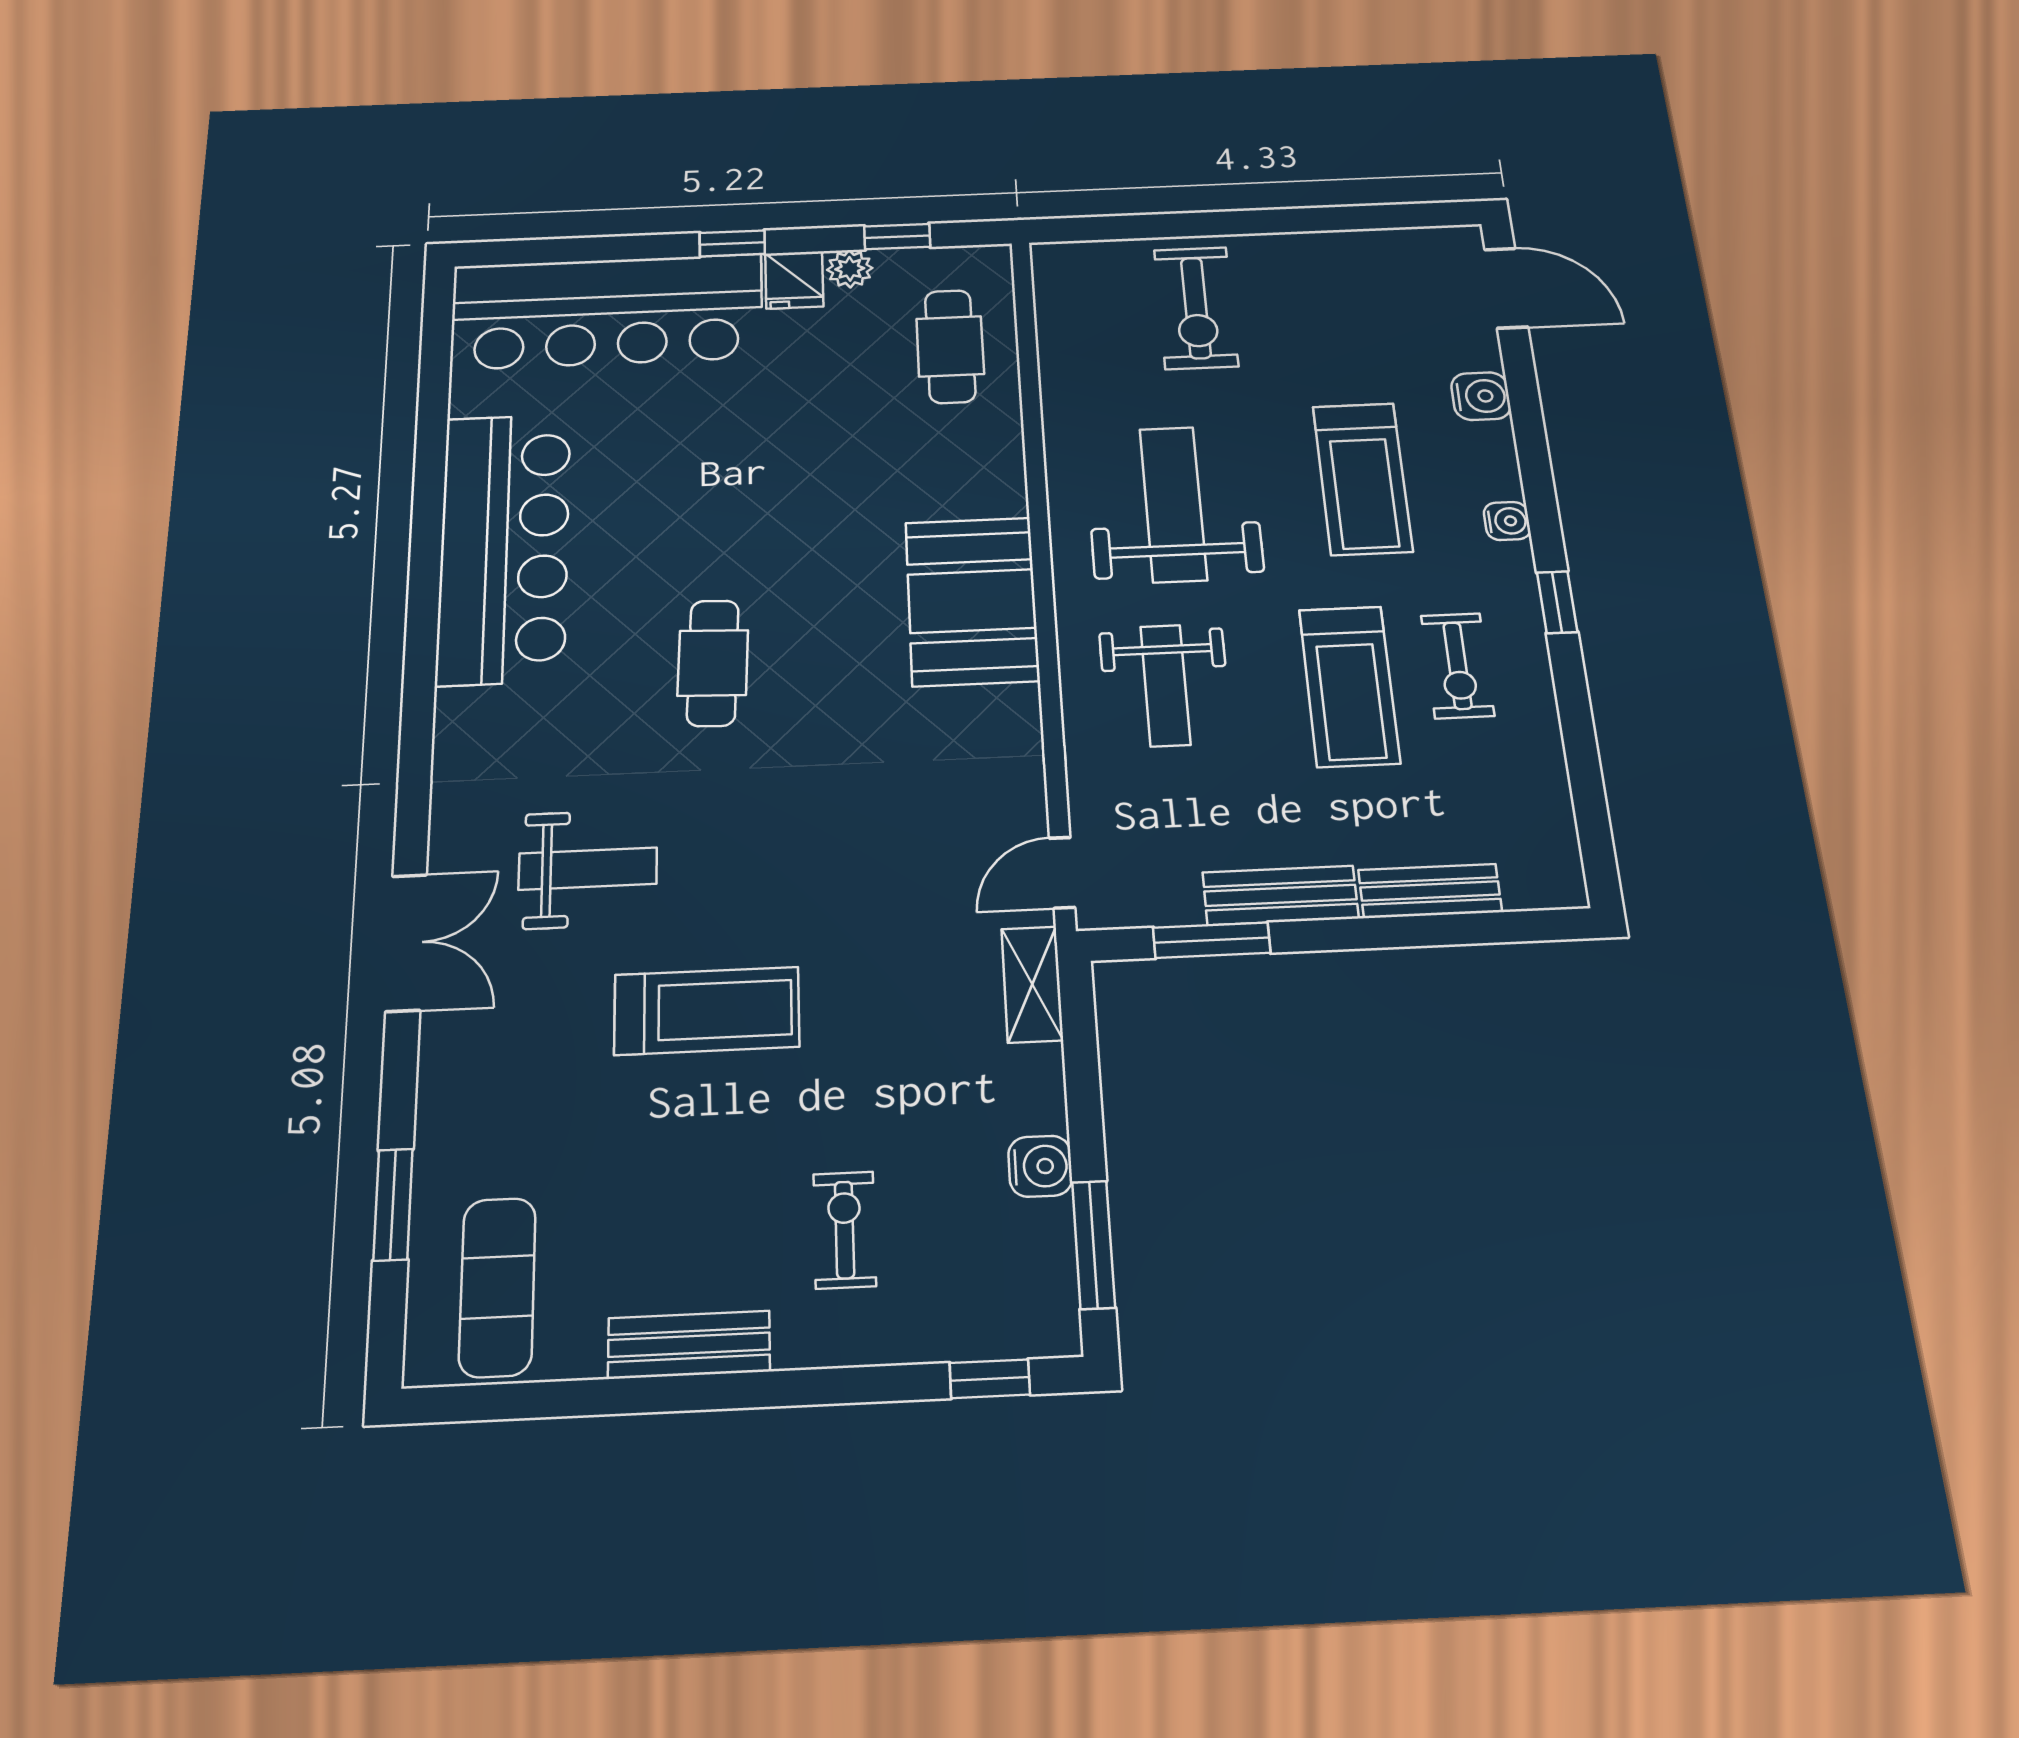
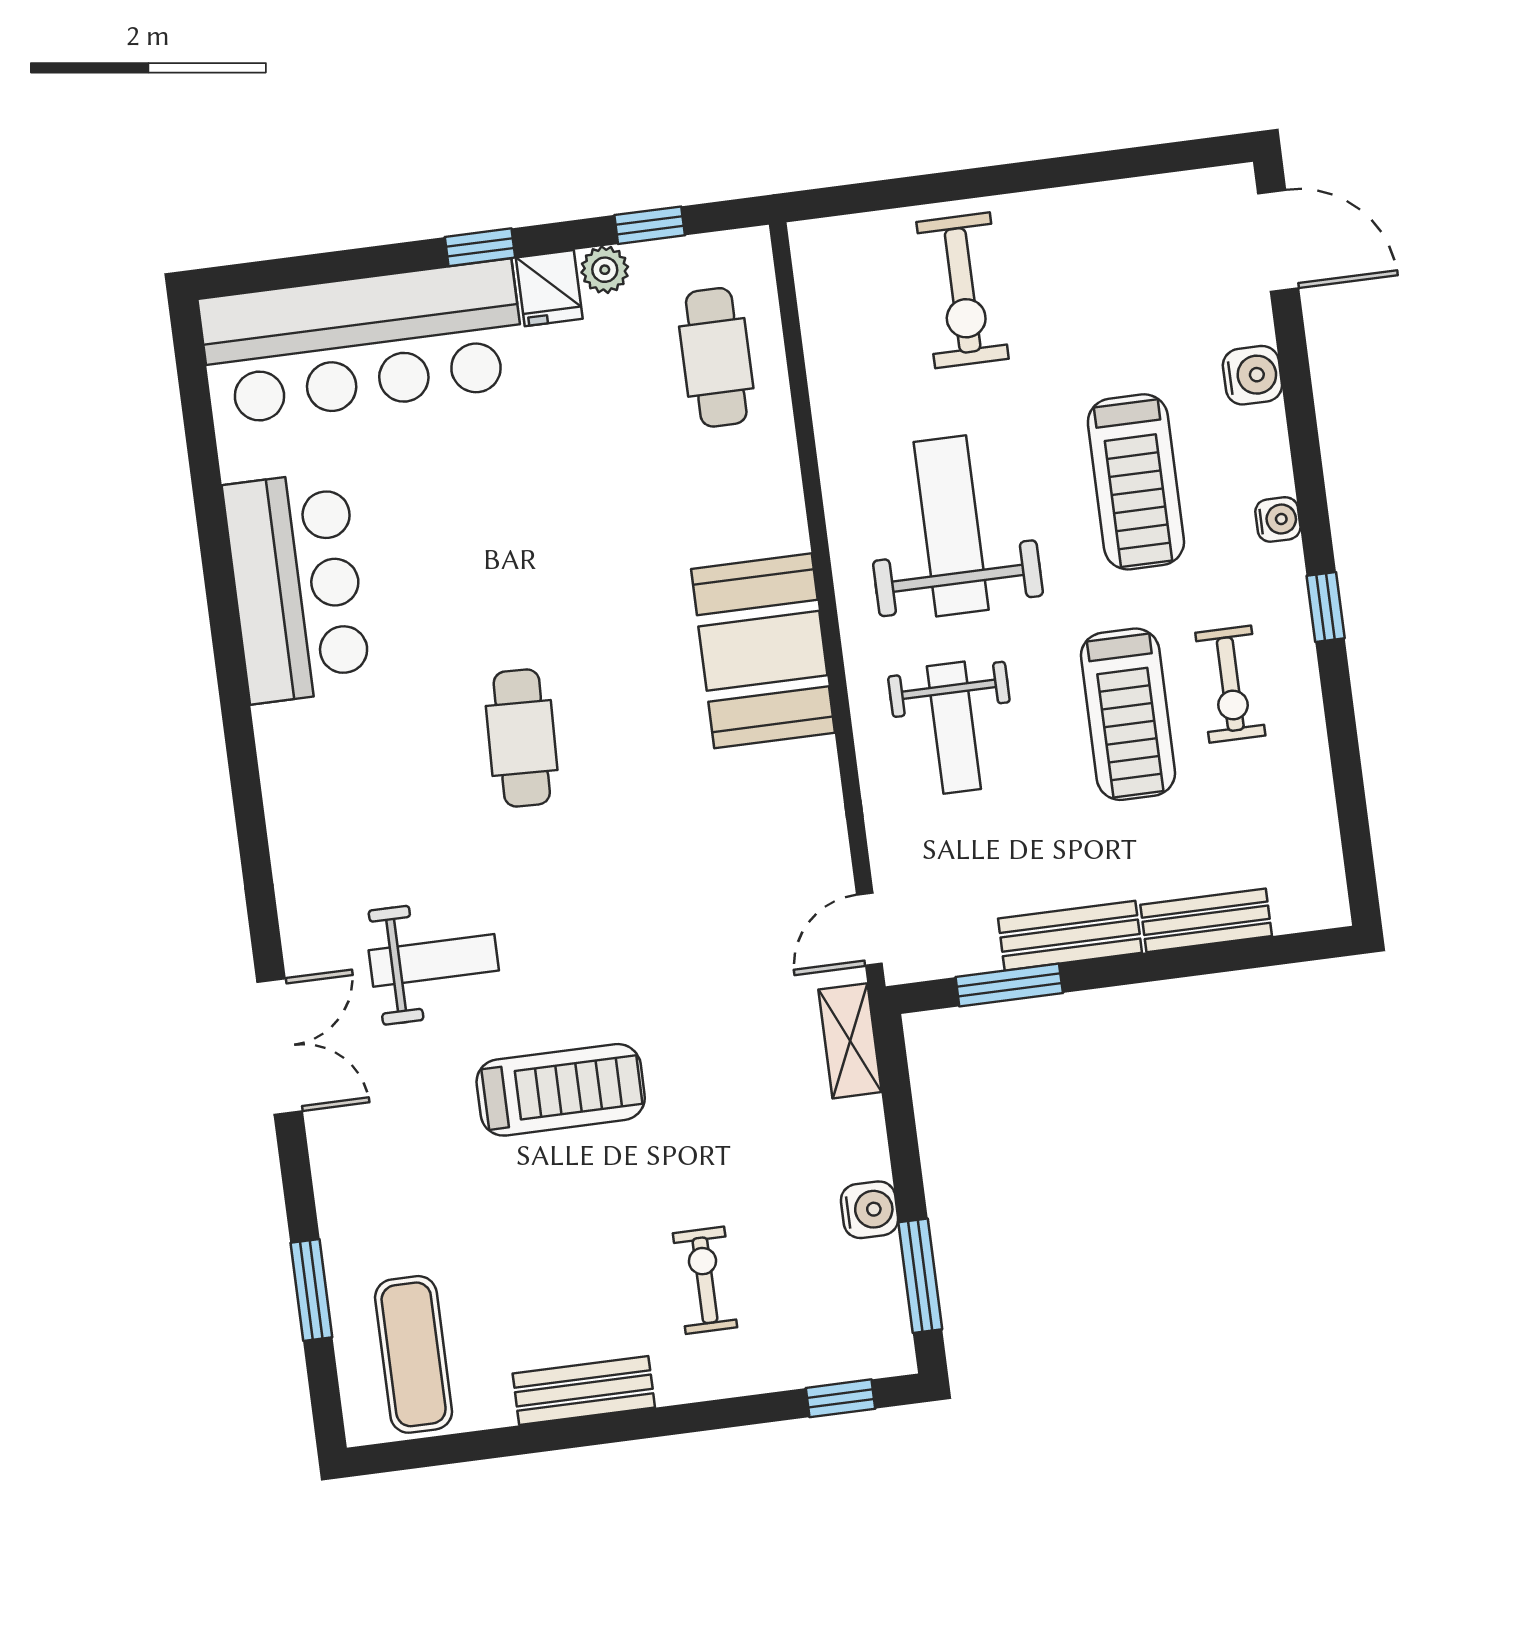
bar counter: (504, 547) -> (297, 587), width x0.73

